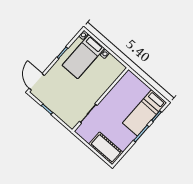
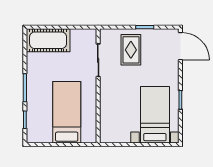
rug: (65, 103) -> (131, 50), added
bed: (144, 113) -> (67, 112), moved

